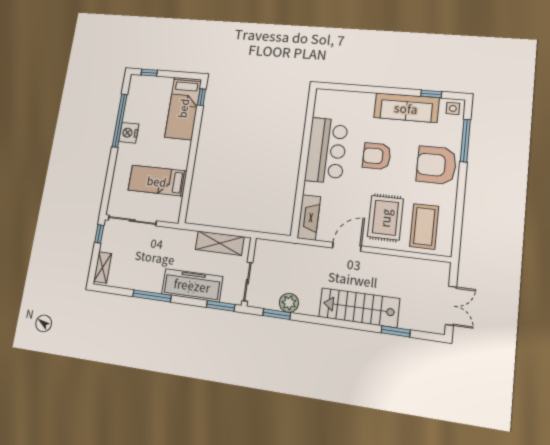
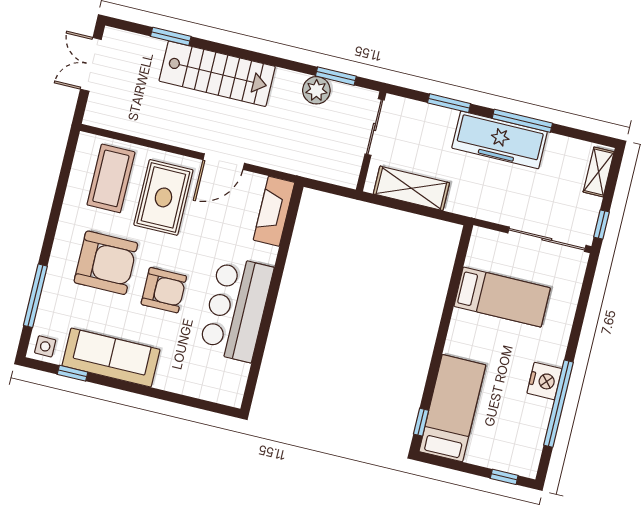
armchair: (436, 165) -> (106, 263), moved
freezer: (192, 285) -> (500, 140), moved
window: (221, 306) -> (449, 103), moved

